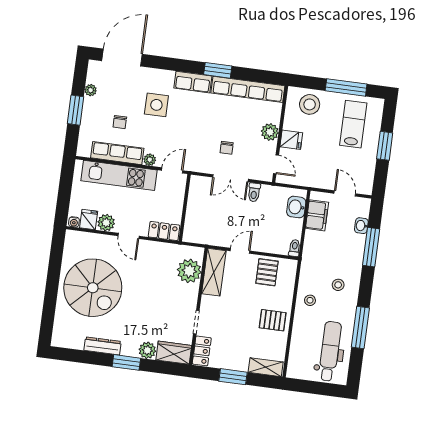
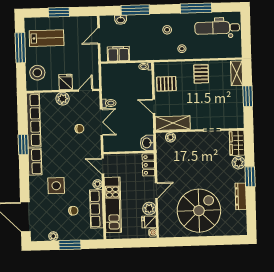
lab bench: (353, 124) -> (47, 38), turned 180
washbasin: (296, 207) -> (147, 143), moved, turned 90
plant: (189, 271) -> (170, 137), width x0.53, depth x0.53
locker: (202, 351) -> (232, 123), removed

